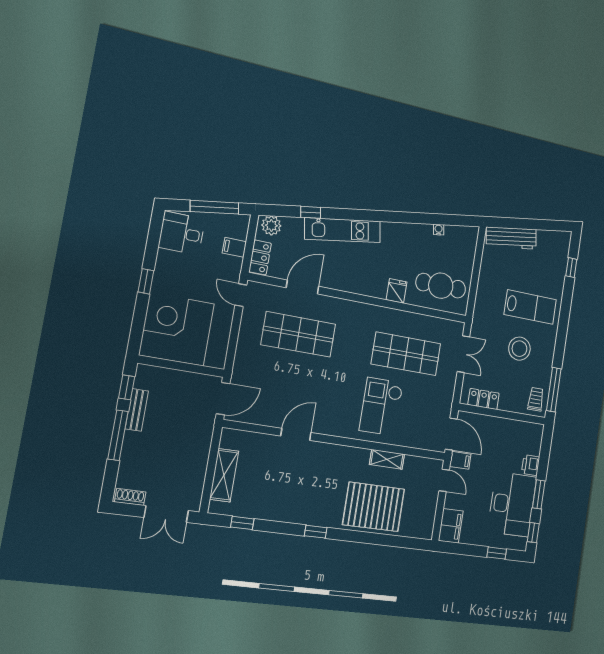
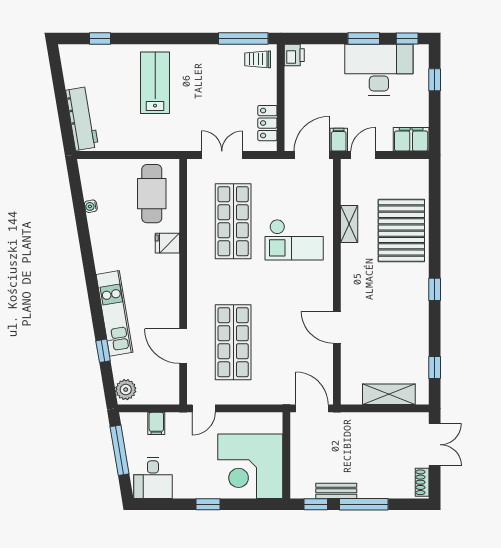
locker: (260, 257) -> (161, 396), removed
stool: (519, 349) -> (204, 89), removed
printer: (530, 465) -> (294, 55), moved, turned -90

